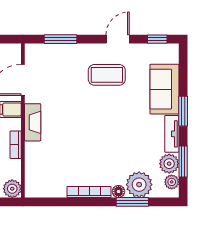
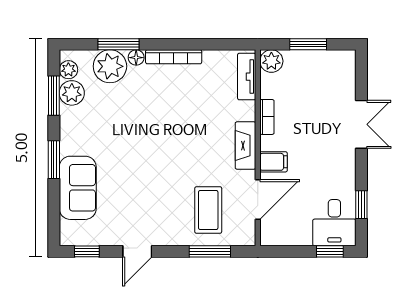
coffee table: (107, 75) -> (208, 210), moved, turned 90
tv unit: (172, 134) -> (247, 77), moved, turned 180

